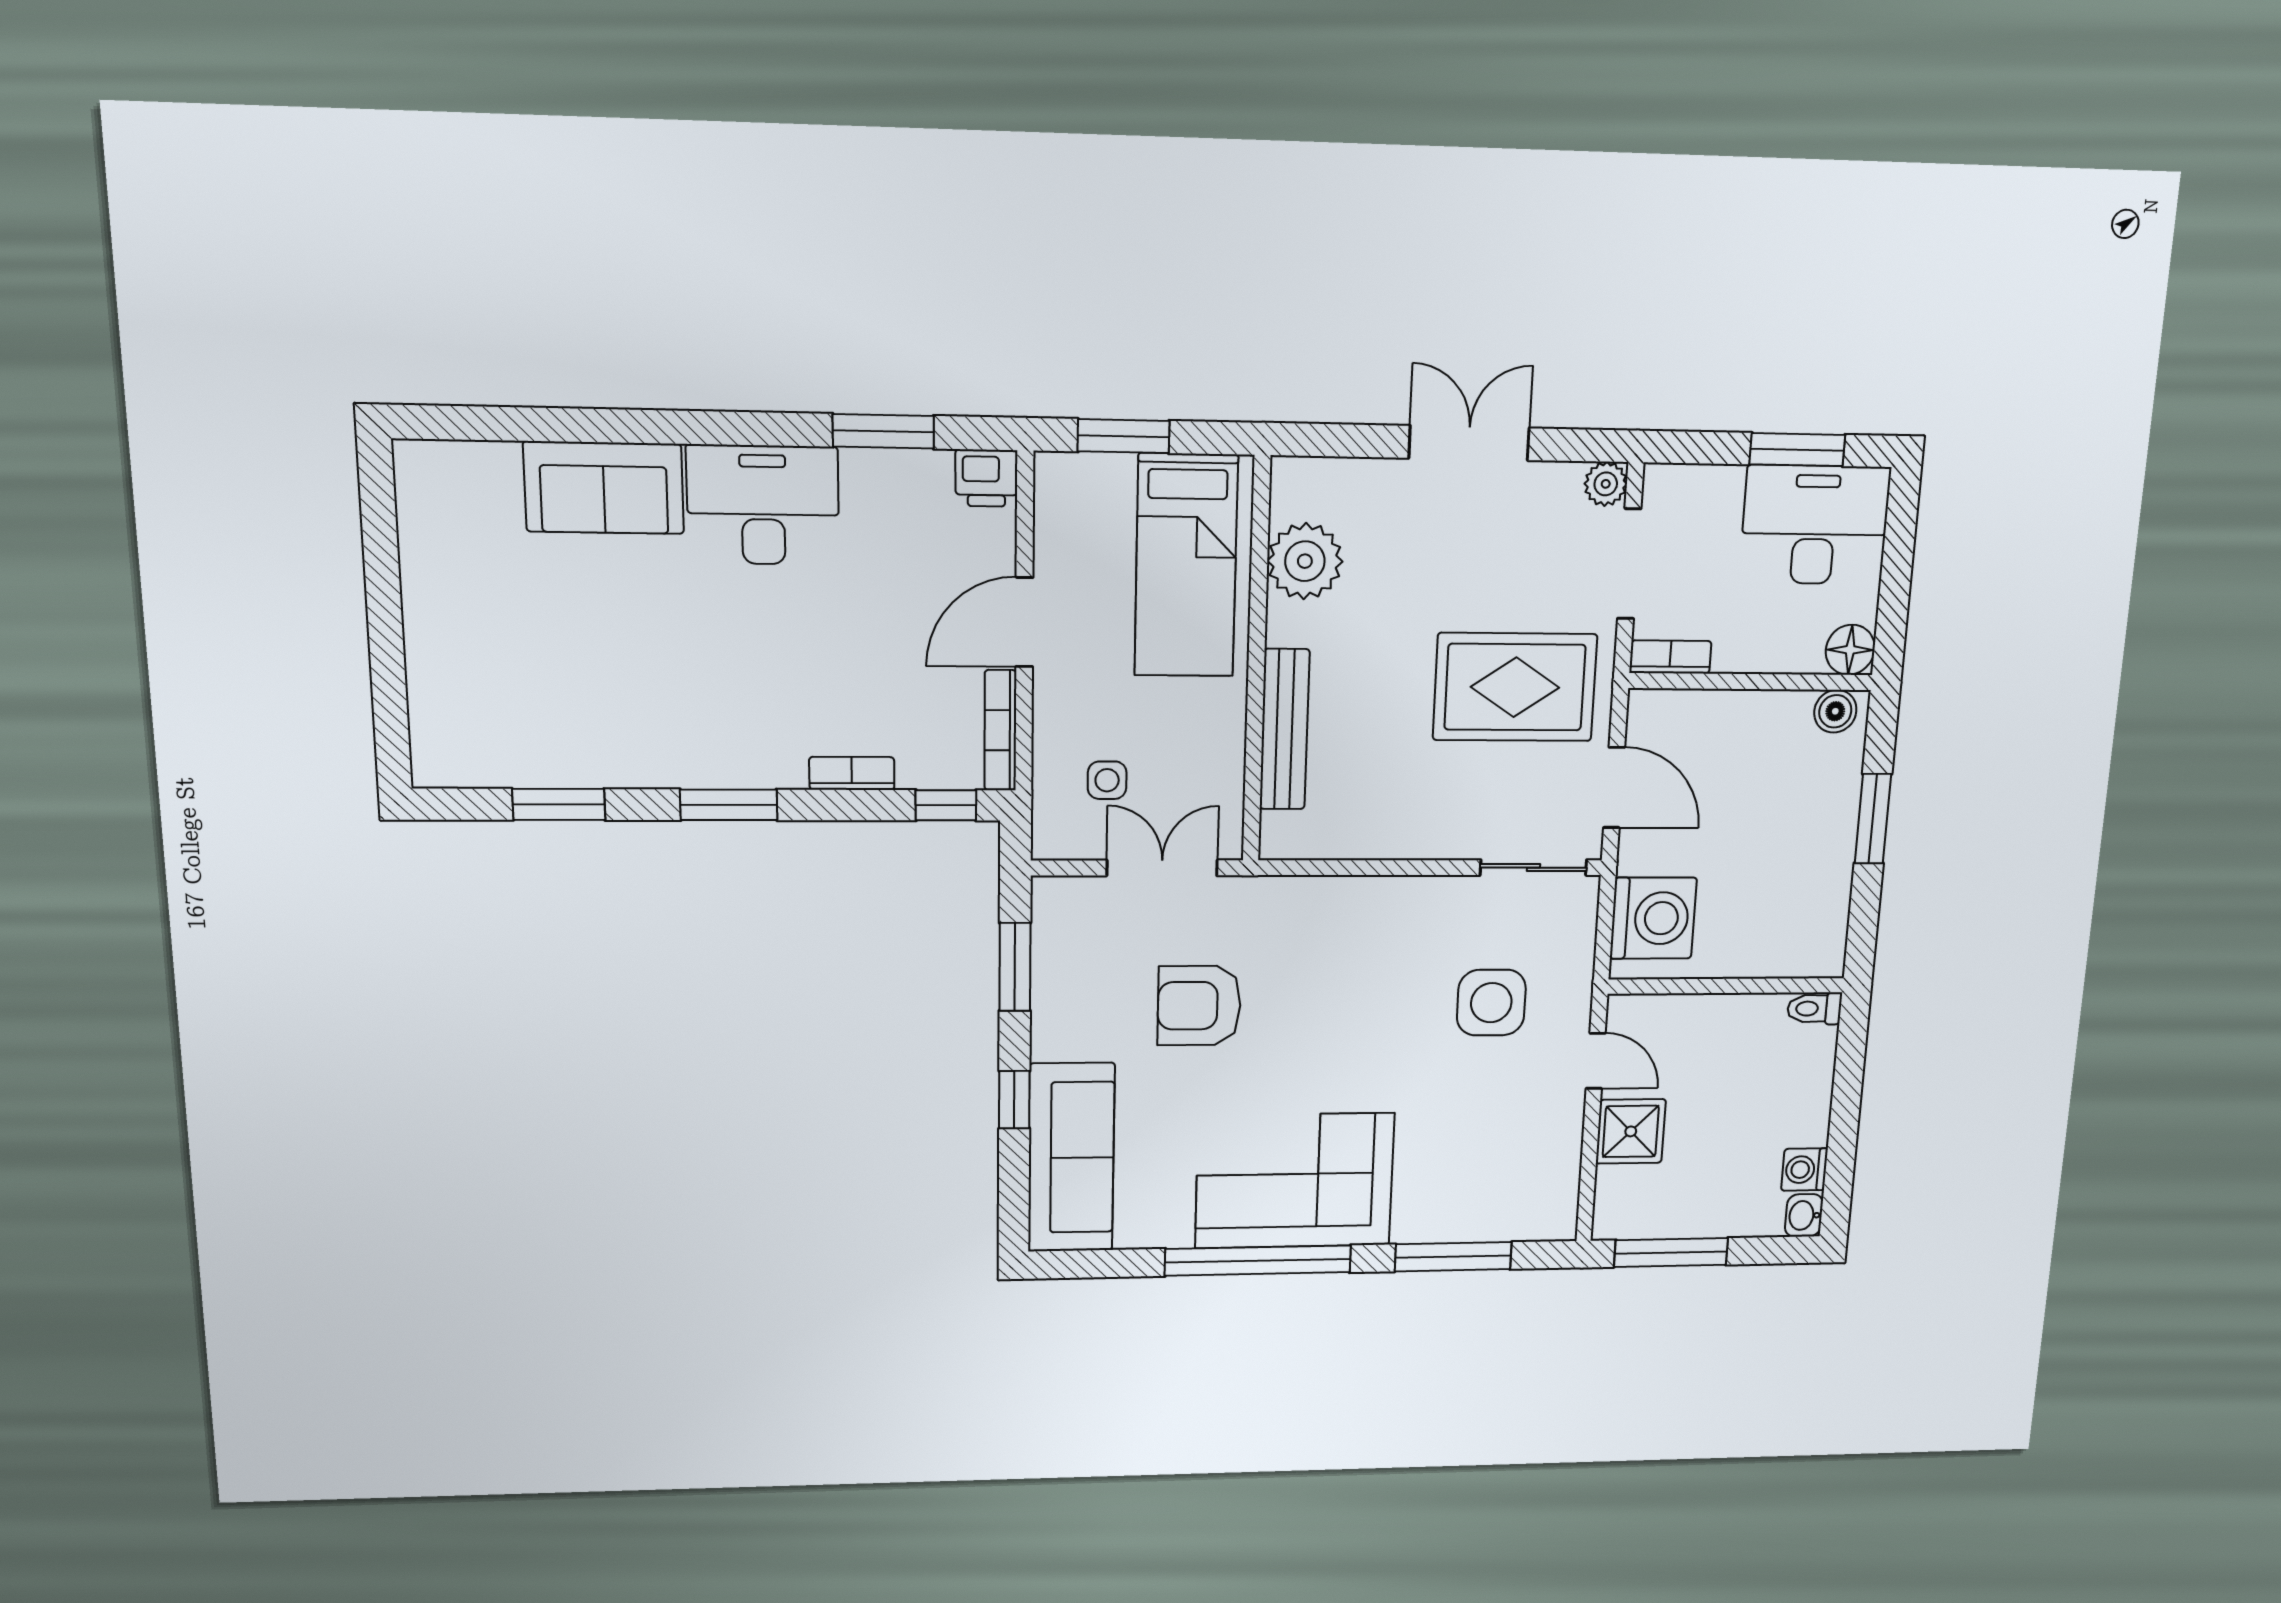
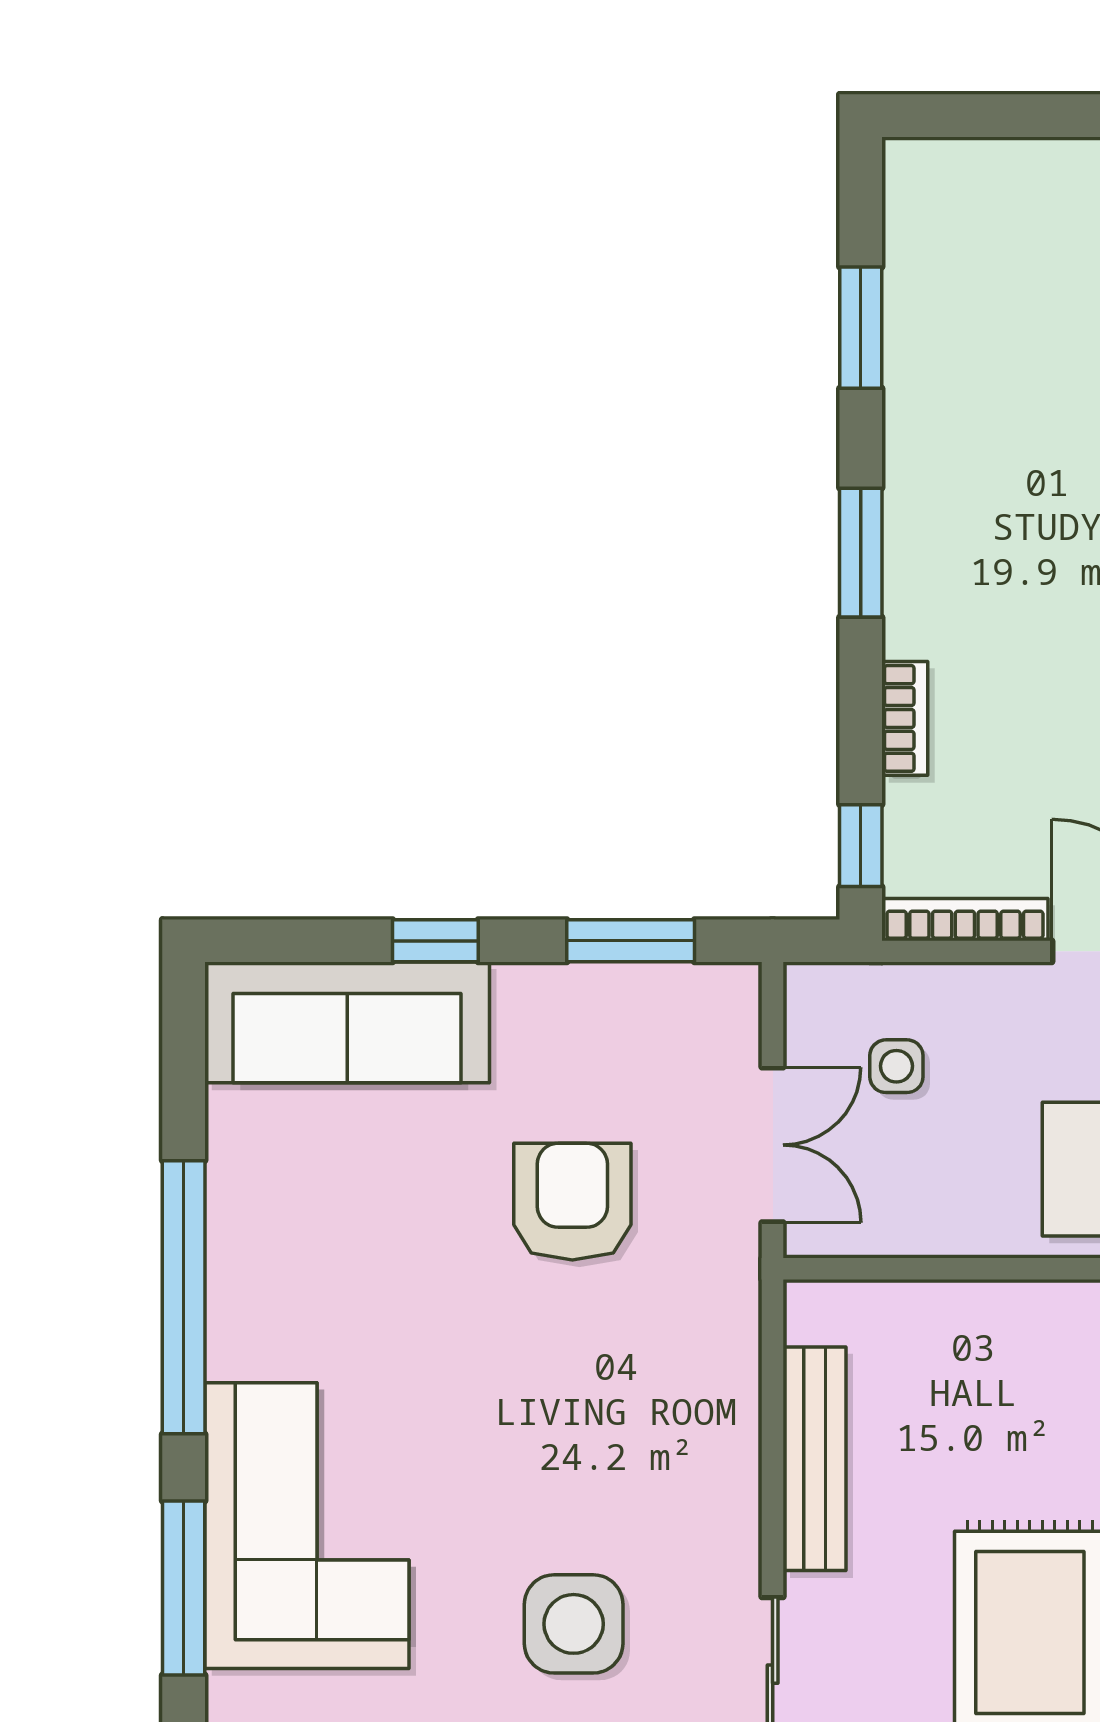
bench: (1284, 729) -> (814, 1459), moved, turned 90
corner sofa: (1295, 1181) -> (307, 1526), moved

